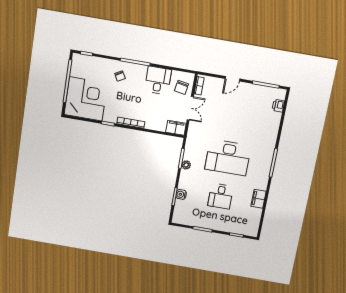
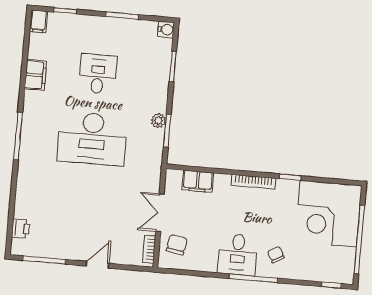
desk: (158, 80) -> (238, 255), moved
filing cabinet: (176, 128) -> (198, 181), moved
desk: (228, 158) -> (92, 139), turned 180
water cooler: (181, 194) -> (166, 29), moved
filing cabinet: (253, 230) -> (38, 21), added

